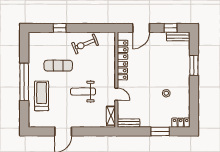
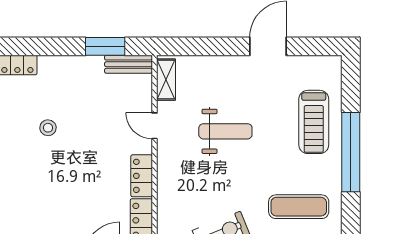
exercise mat: (58, 66) -> (299, 207), moved
window: (160, 131) -> (105, 46), moved

